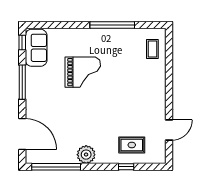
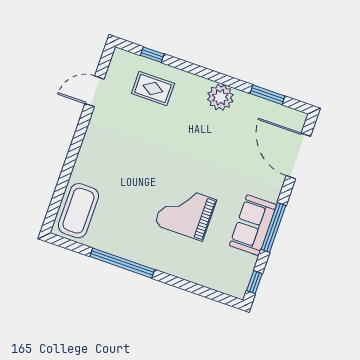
sofa: (36, 48) -> (253, 225), moved
coffee table: (152, 49) -> (78, 211), width x1.86, depth x1.72
window: (56, 167) -> (268, 95), width x0.47
window: (126, 167) -> (152, 55), moved

